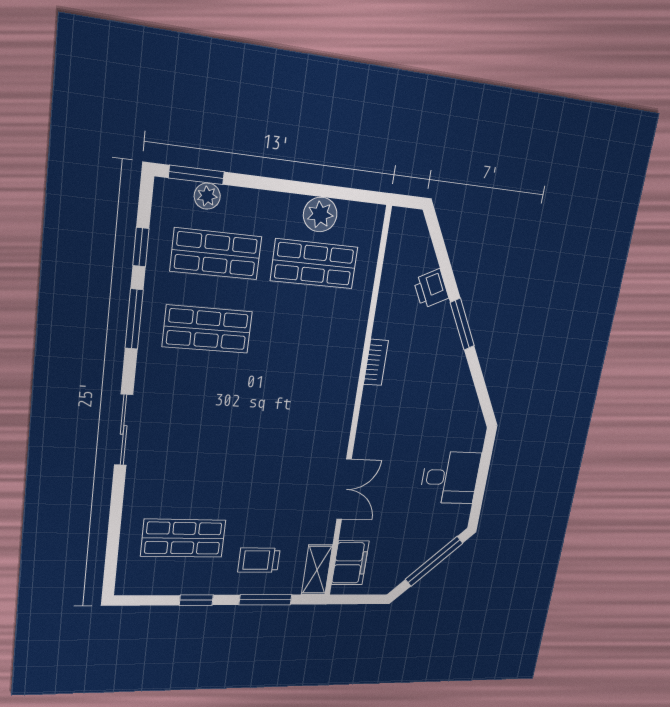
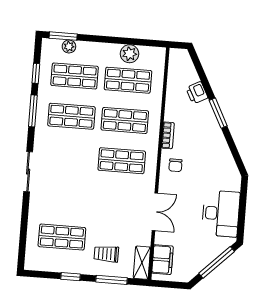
shop shelf: (304, 337) -> (125, 120), added
shop shelf: (294, 407) -> (122, 161), added
chair: (384, 413) -> (175, 165), added
desk: (450, 478) -> (221, 214), width x1.37

